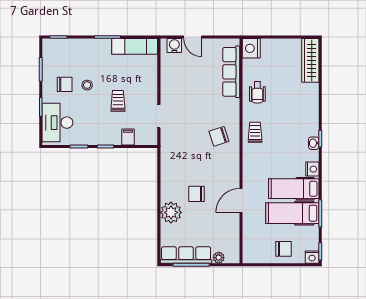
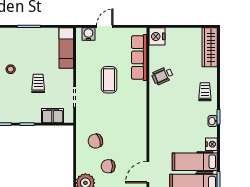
door: (193, 37) -> (105, 26), swing flipped
exam couch: (135, 46) -> (66, 48), moved, turned 90
wheelchair: (257, 92) -> (162, 76), turned 66
coffee table: (197, 97) -> (109, 80), added
trolley: (255, 132) -> (205, 92), moved
chair: (219, 136) -> (95, 141), moved
filing cabinet: (128, 137) -> (53, 116), width x2.00

